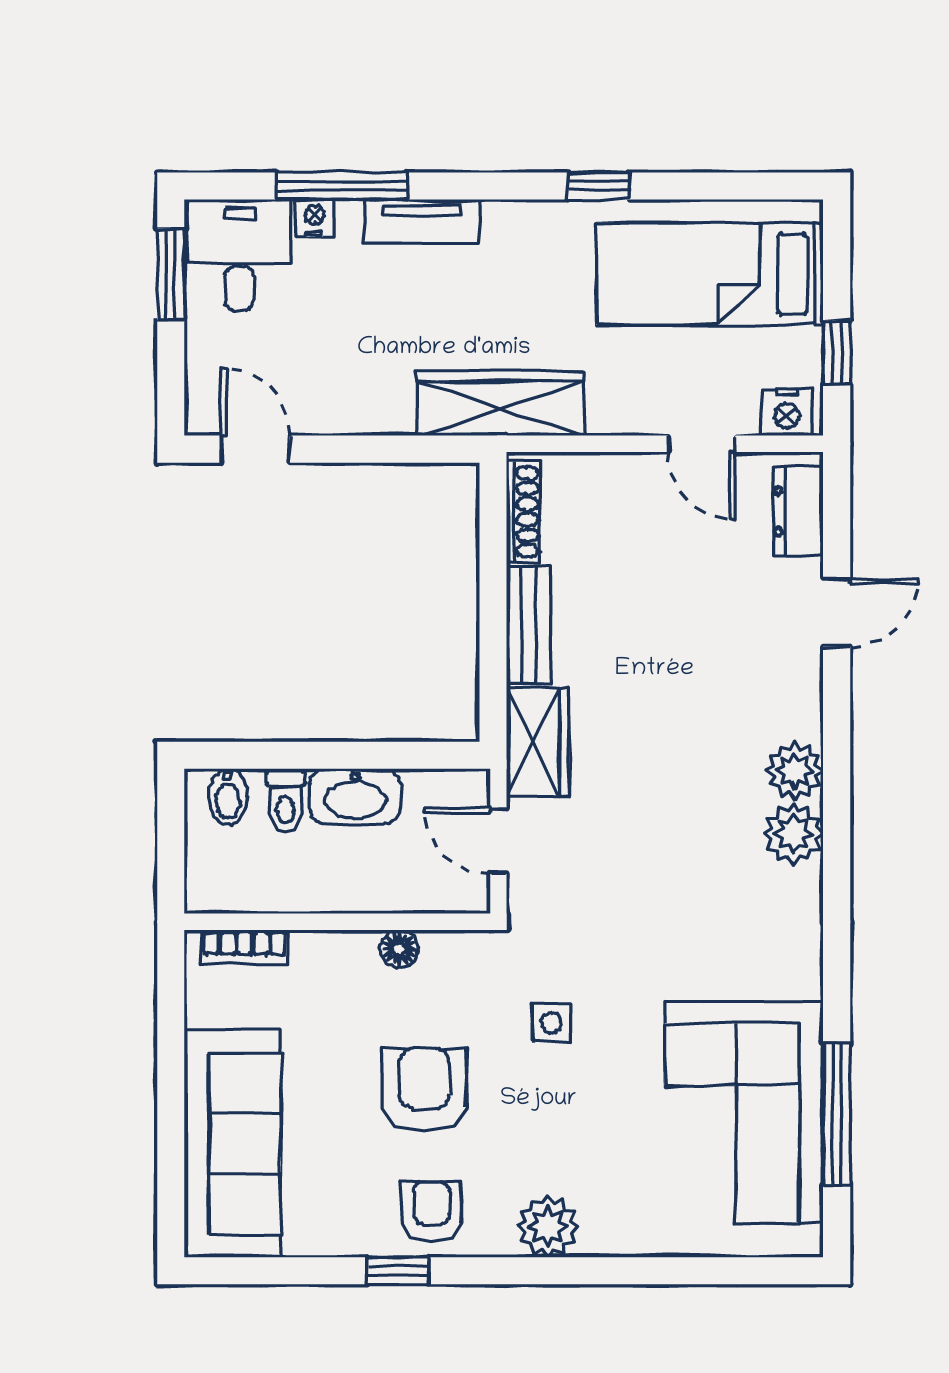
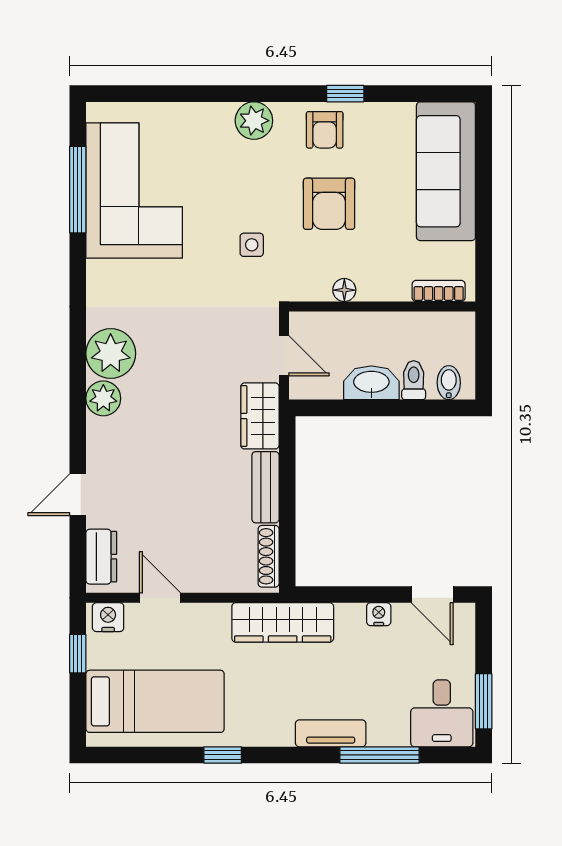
nightstand: (315, 218) -> (379, 614), moved, turned 180
plant: (793, 834) -> (111, 353), width x1.36, depth x1.36

